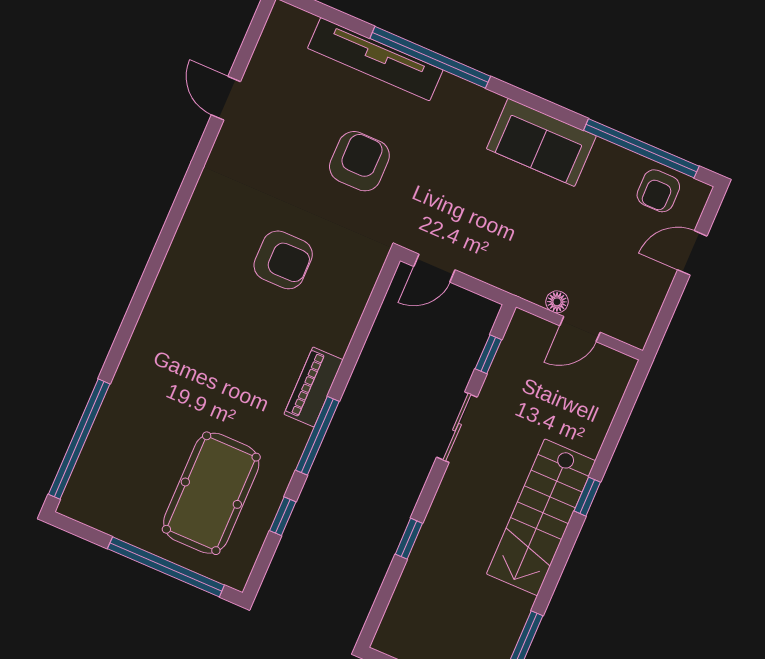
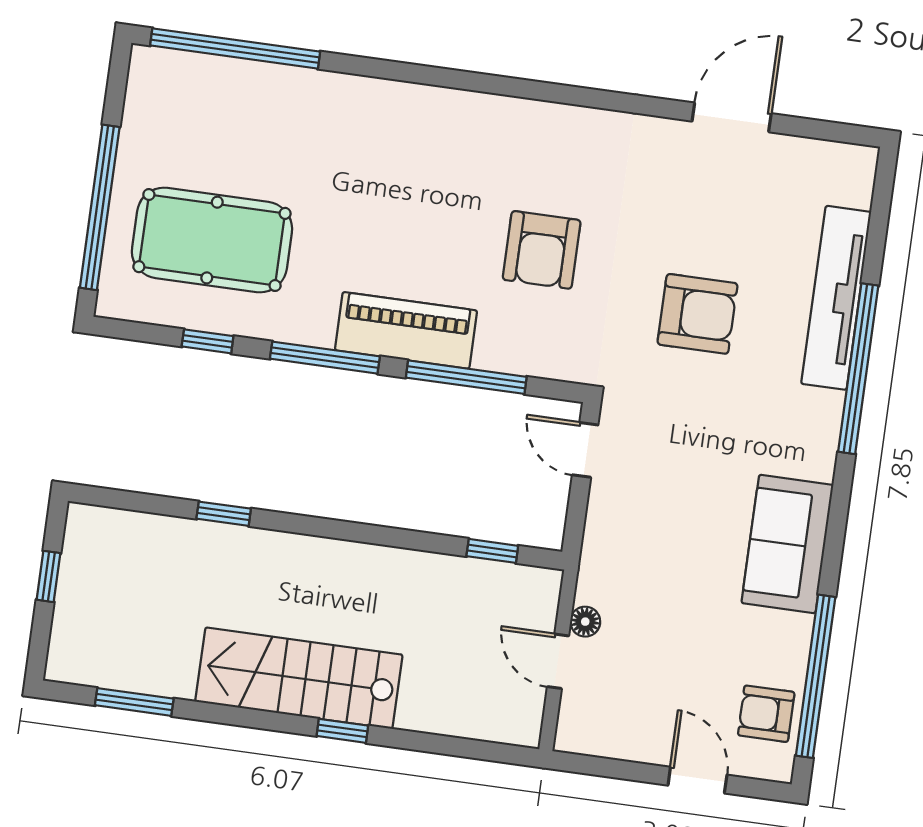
door: (226, 98) -> (732, 117), width x1.38
window: (359, 339) -> (466, 377), added
piano: (314, 387) -> (406, 330), width x1.37, depth x1.33
sliding door: (457, 427) -> (386, 536), removed

